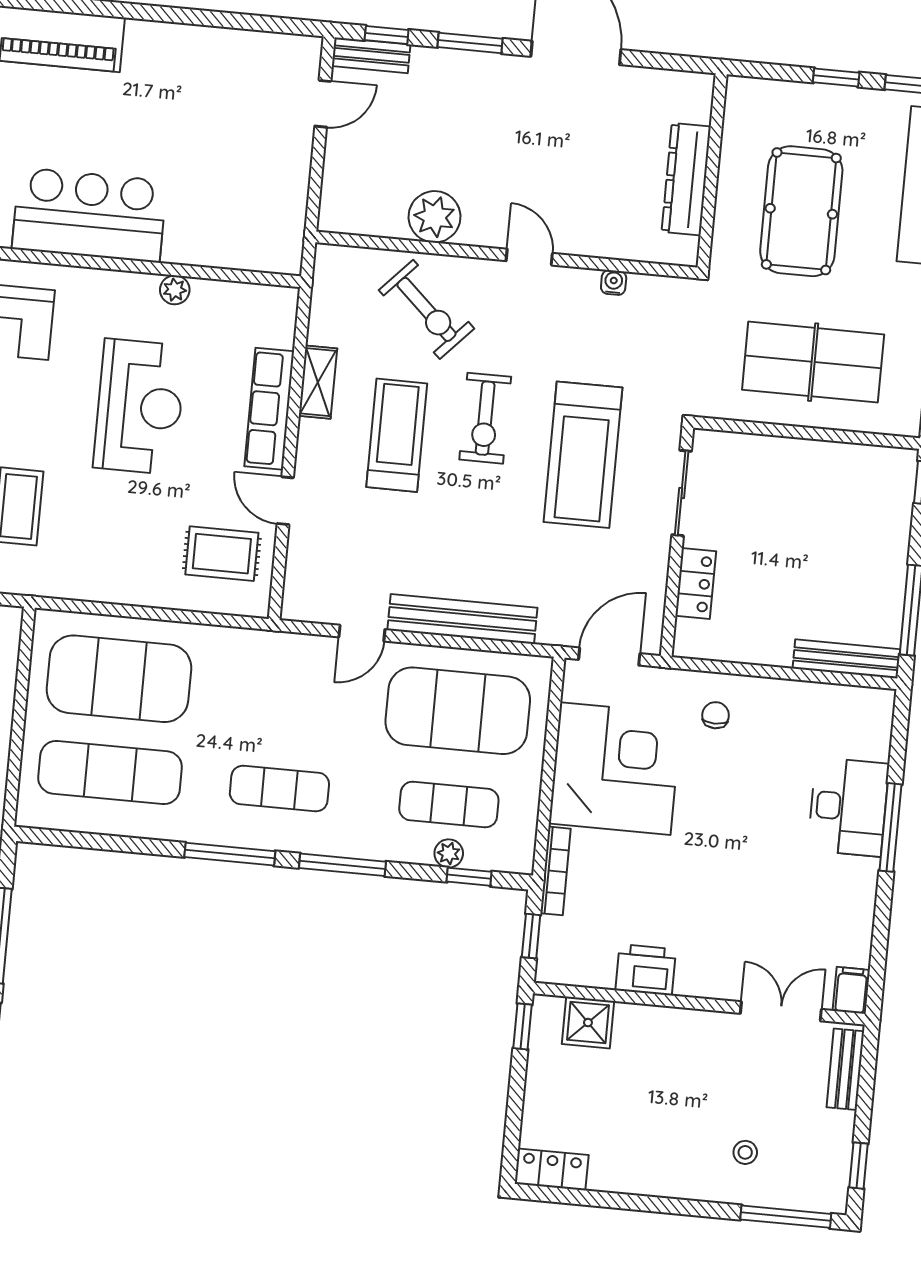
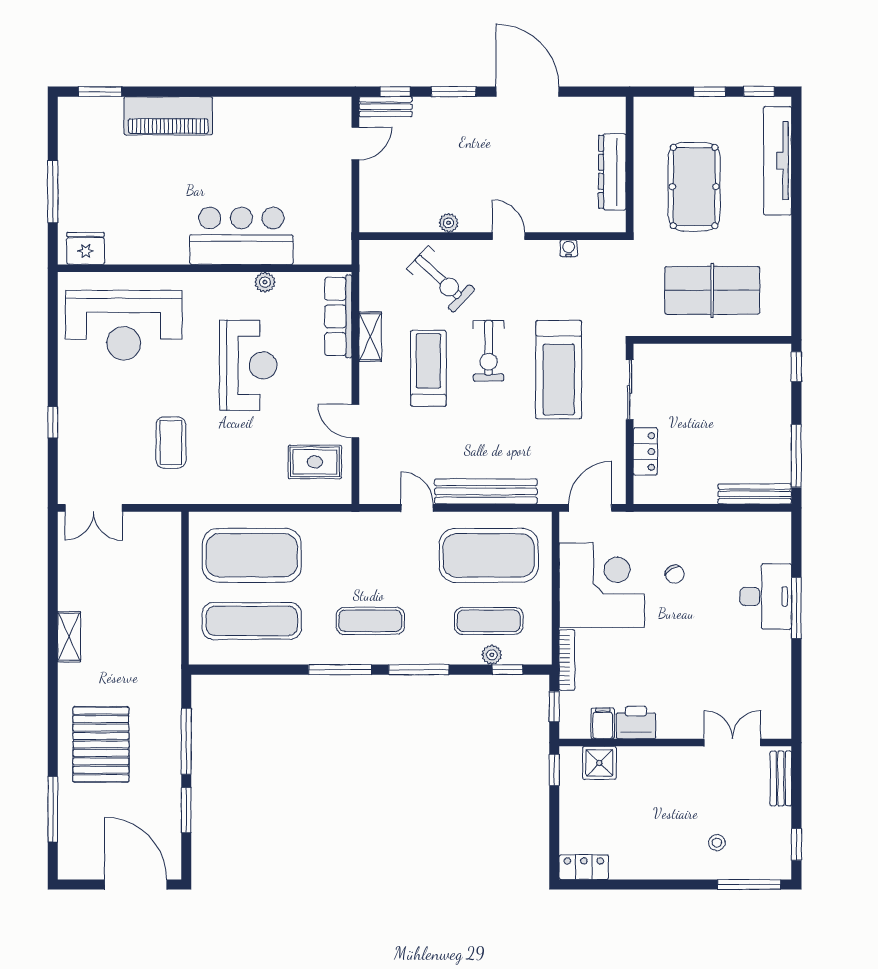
bar counter: (89, 215) -> (241, 236), moved
plant: (435, 217) -> (449, 223), width x0.53, depth x0.53
row of seats: (269, 409) -> (338, 316), moved
door: (362, 633) -> (417, 508), swing flipped
chair: (716, 715) -> (675, 574), moved, turned 149
filing cabinet: (851, 990) -> (603, 723), moved

